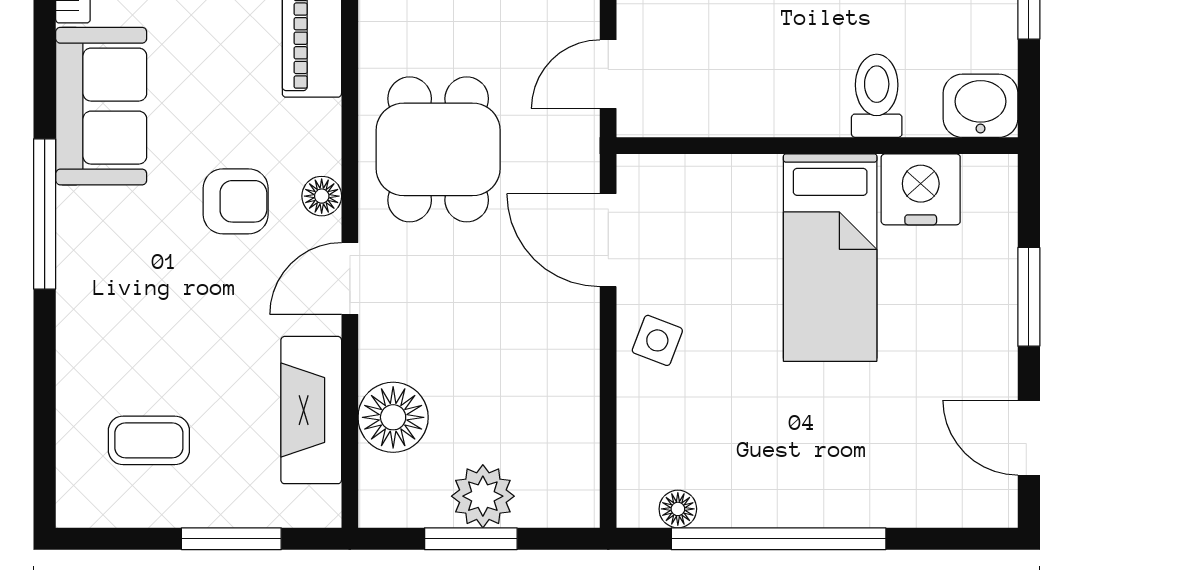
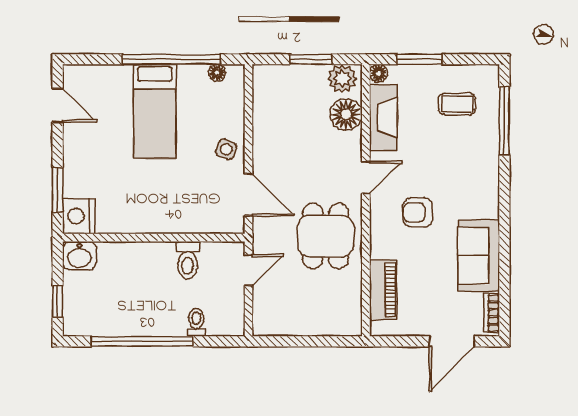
toilet: (877, 96) -> (188, 260), moved
nightstand: (921, 189) -> (79, 216), moved, turned 90
floor lamp: (322, 196) -> (379, 73), moved
window: (45, 214) -> (504, 121), moved
bed: (830, 258) -> (155, 111), moved, turned 180
window: (1029, 297) -> (58, 190), moved
plant: (483, 496) -> (342, 79), moved

